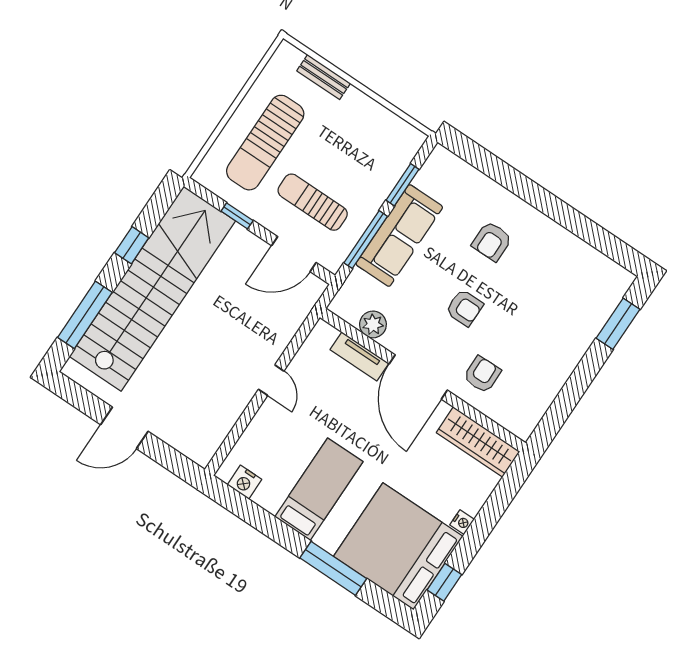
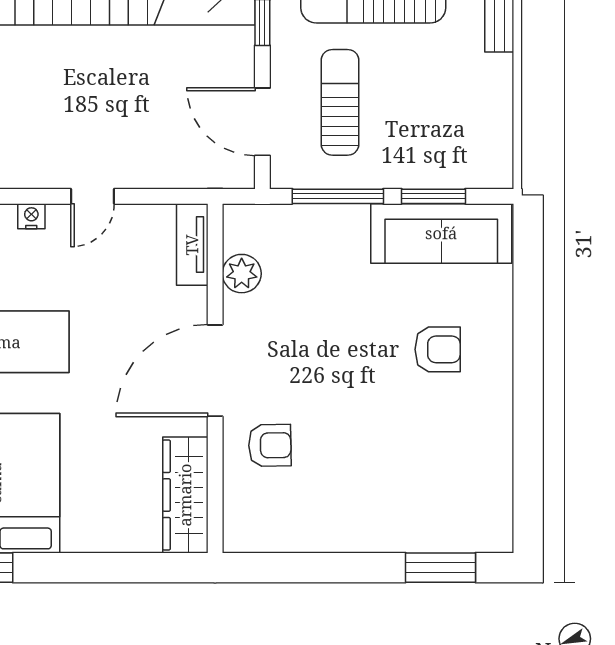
sofa: (399, 236) -> (441, 233), moved
armchair: (492, 241) -> (438, 349), turned 180
armchair: (464, 308) -> (336, 370), removed
tv unit: (359, 357) -> (192, 245), moved
nightstand: (462, 522) -> (31, 216), moved, turned 180

